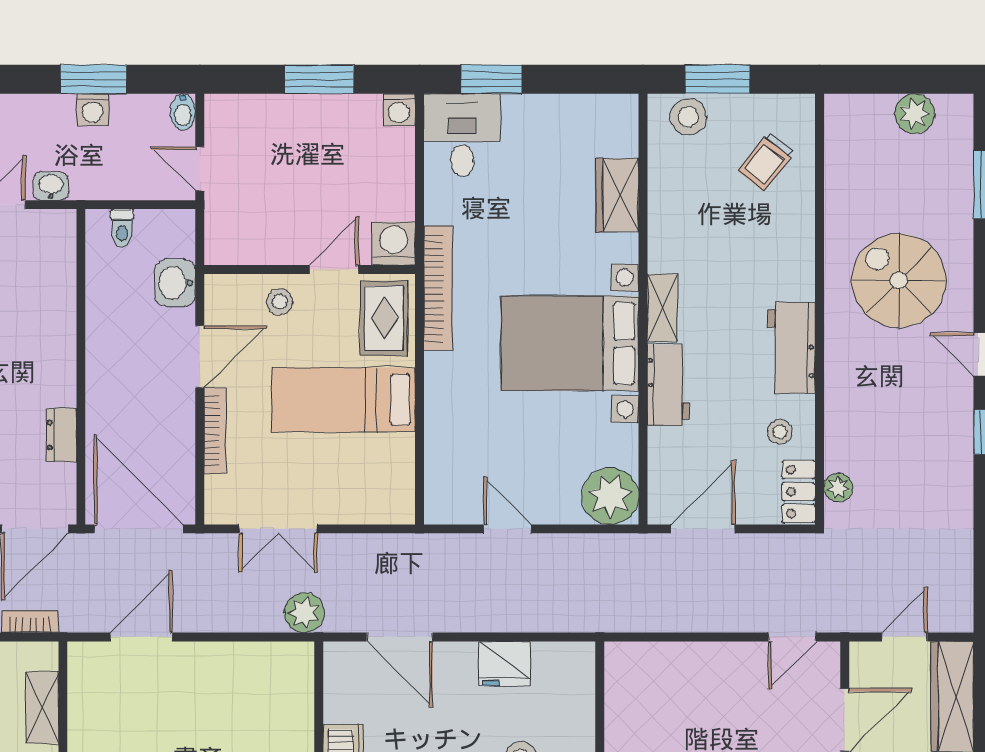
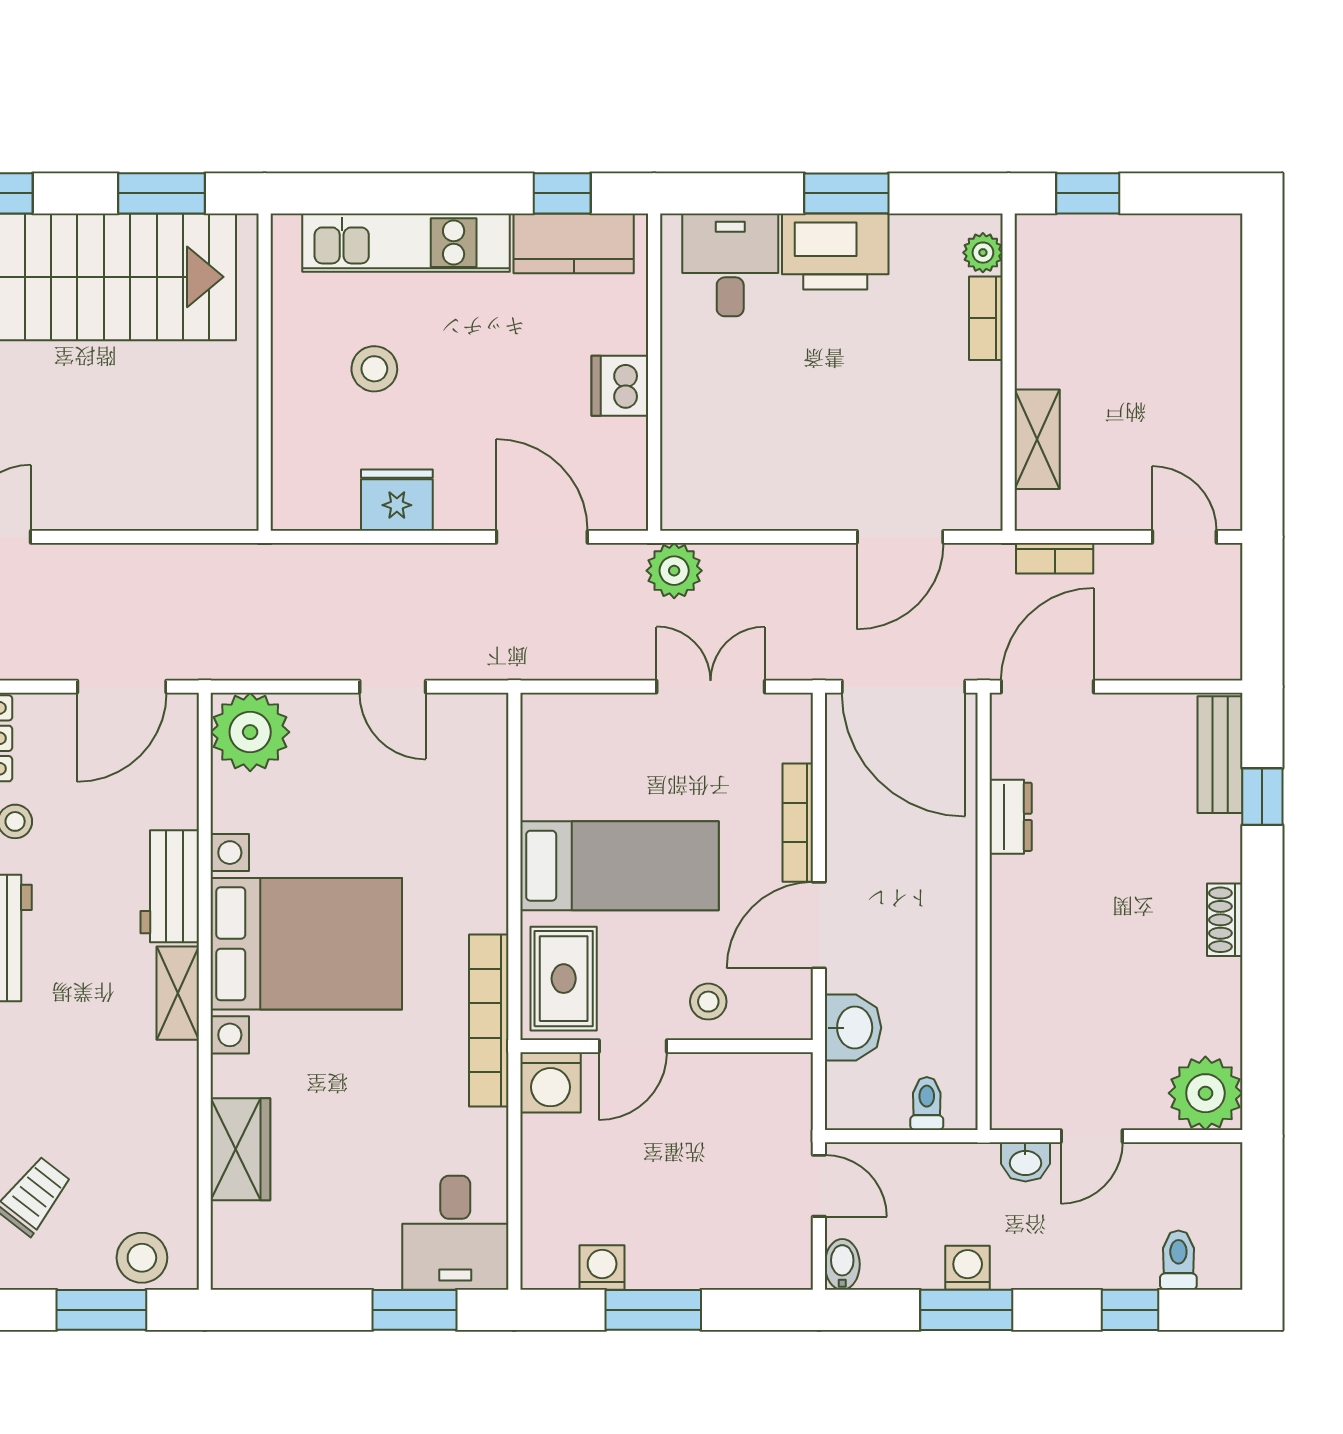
washing machine: (399, 110) -> (602, 1268), moved

